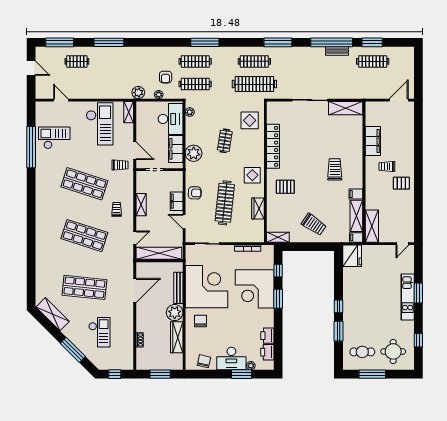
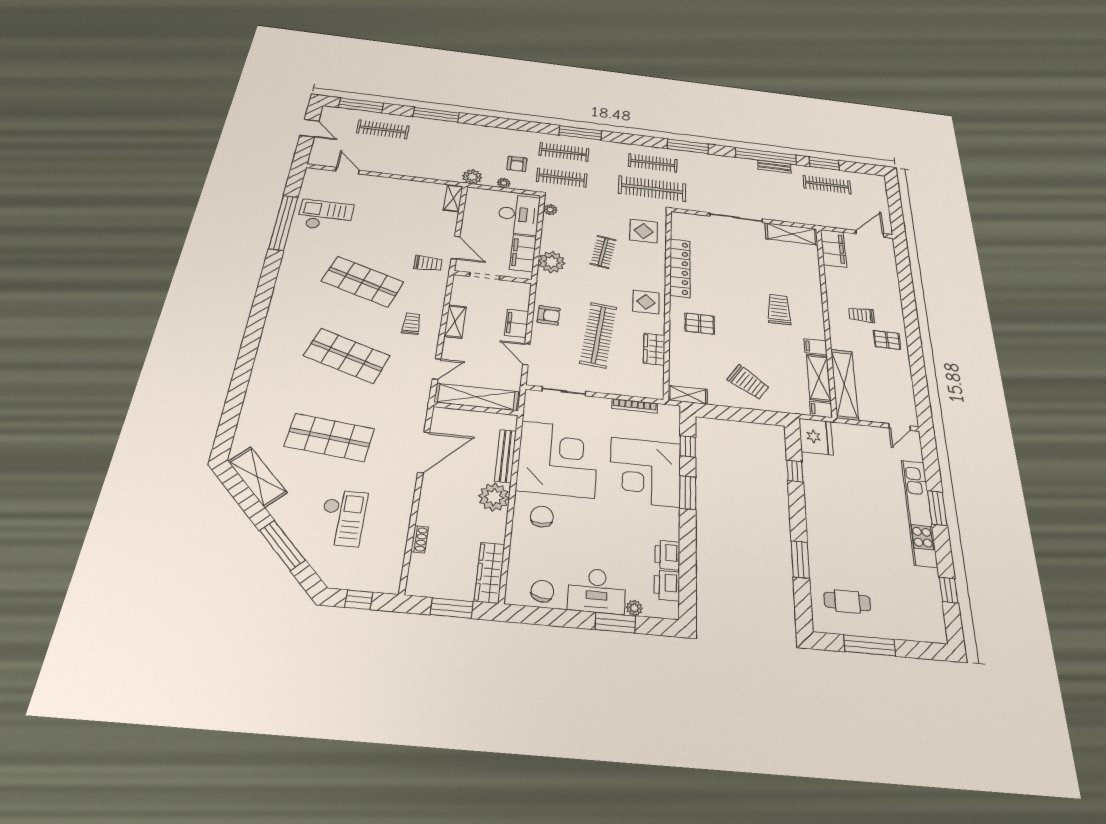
clothes rail: (77, 61) -> (383, 129), width x1.36
checkout: (100, 124) -> (404, 207), removed
filing cabinet: (373, 141) -> (833, 248), moved
shelving: (372, 226) -> (844, 384), width x1.47
kitchen unit: (408, 297) -> (919, 513), width x1.36
window: (339, 306) -> (795, 471), moved
wardrobe: (177, 337) -> (490, 573), moved
round table: (393, 351) -> (905, 606), removed

